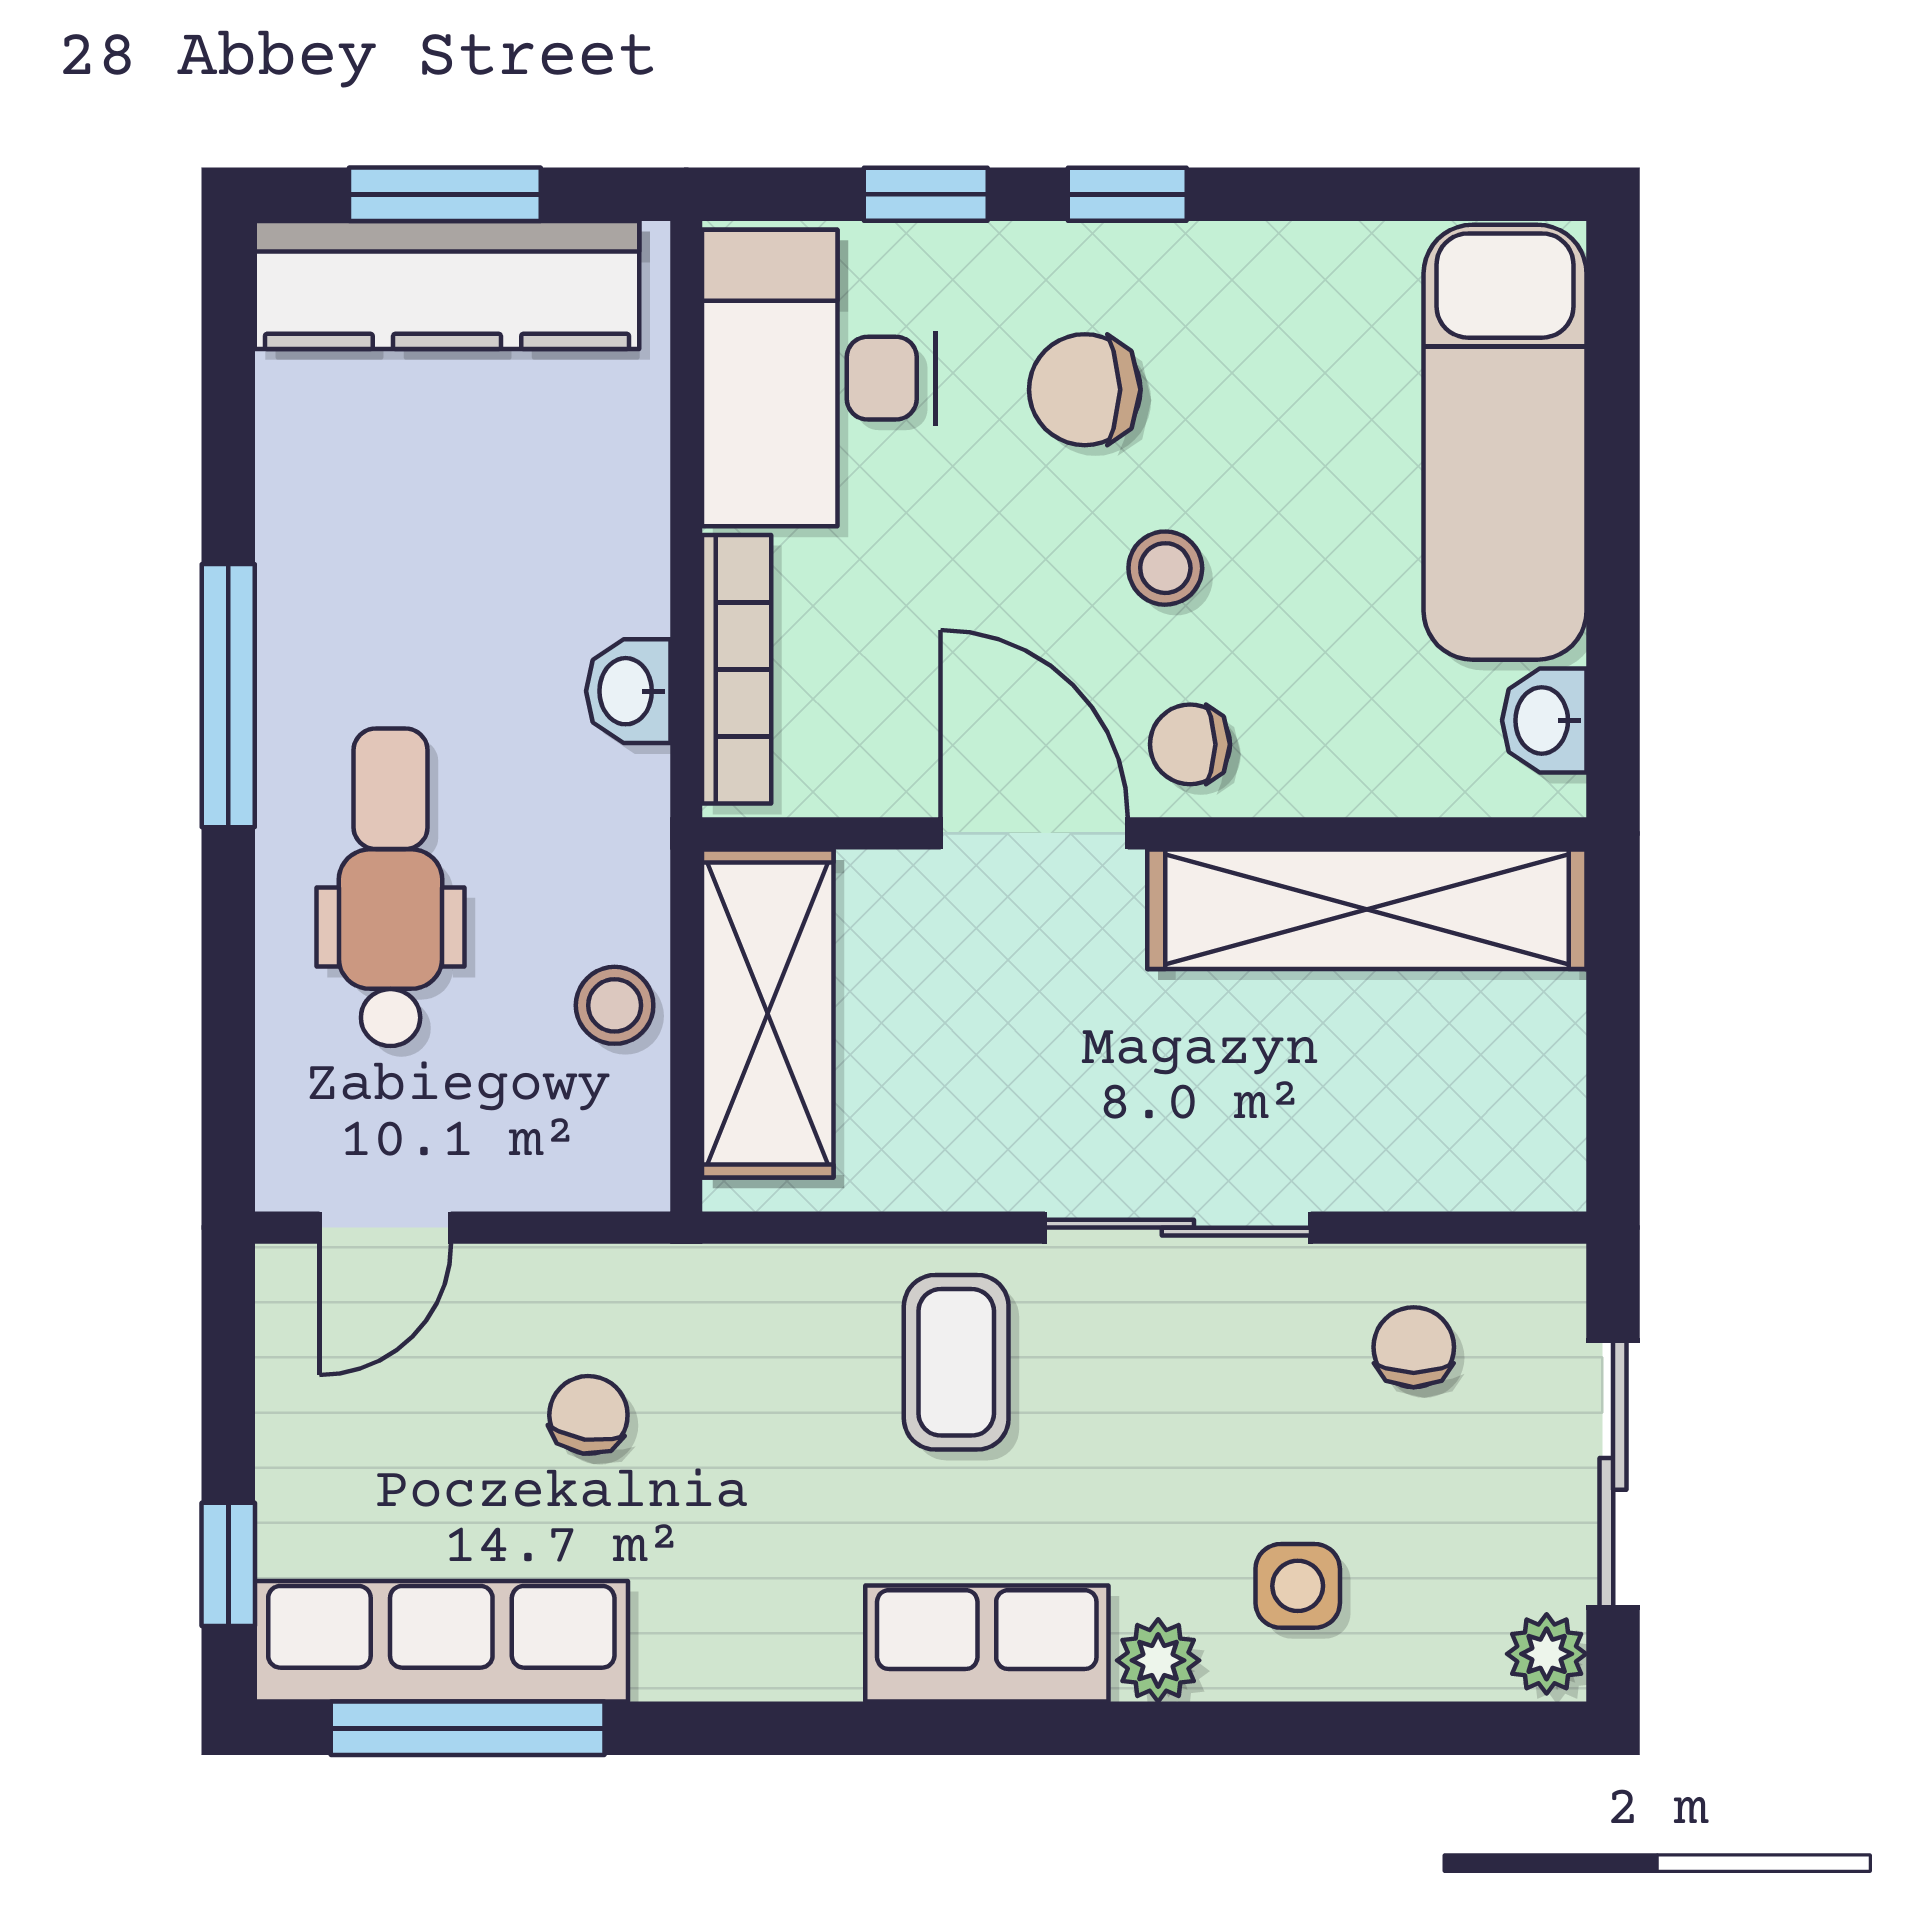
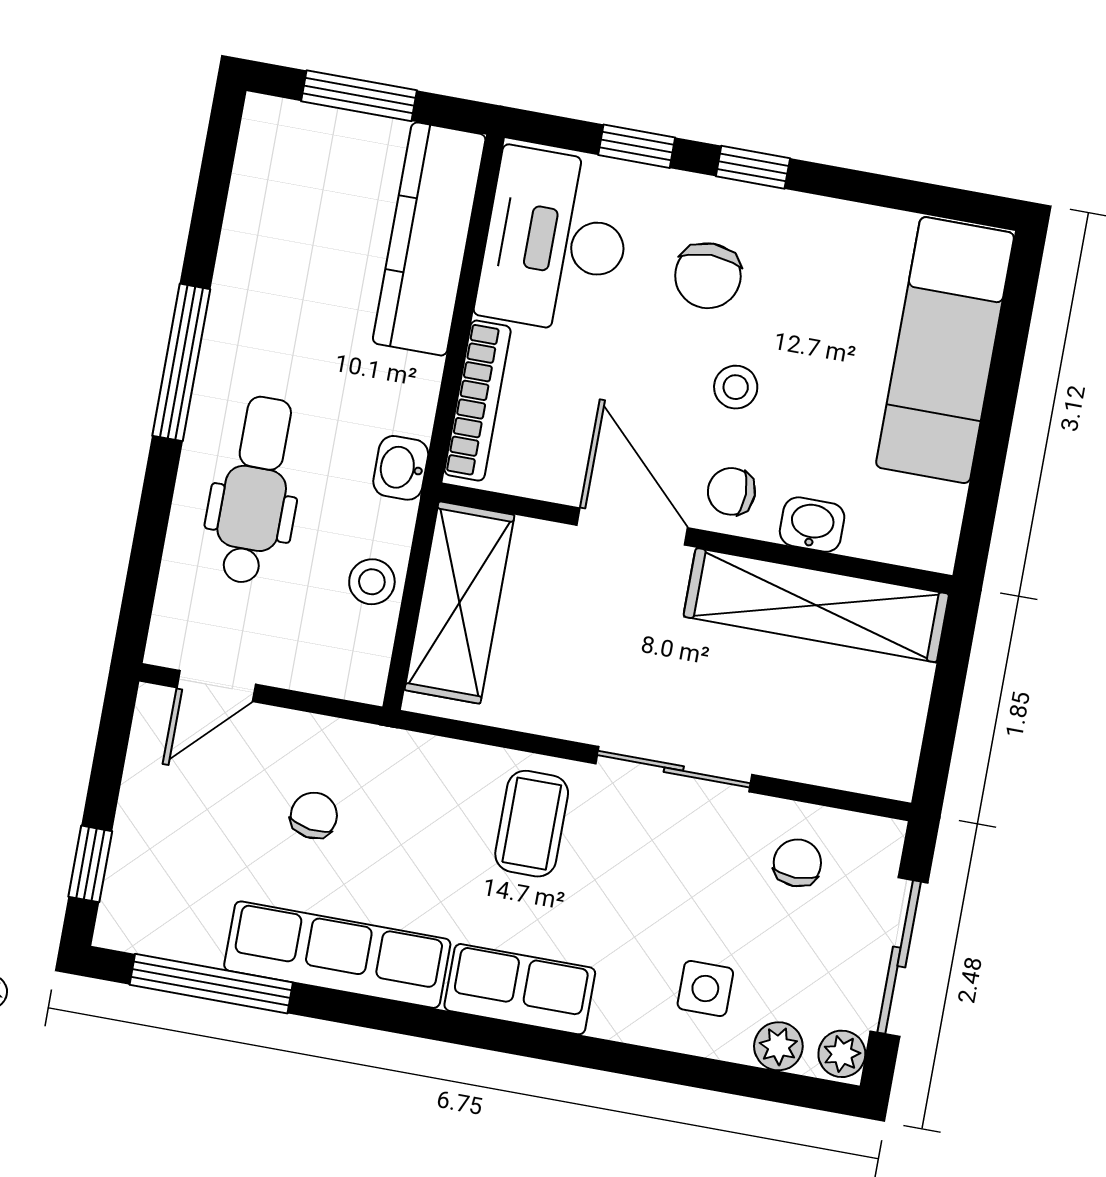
kitchen counter: (447, 285) -> (429, 239), moved, turned 90
chair: (1085, 390) -> (708, 276), turned -90
washbasin: (628, 691) -> (401, 468), moved
washbasin: (1544, 720) -> (812, 525), moved, turned 90
row of seats: (441, 1641) -> (337, 955), moved
plant: (1158, 1660) -> (778, 1046), moved

